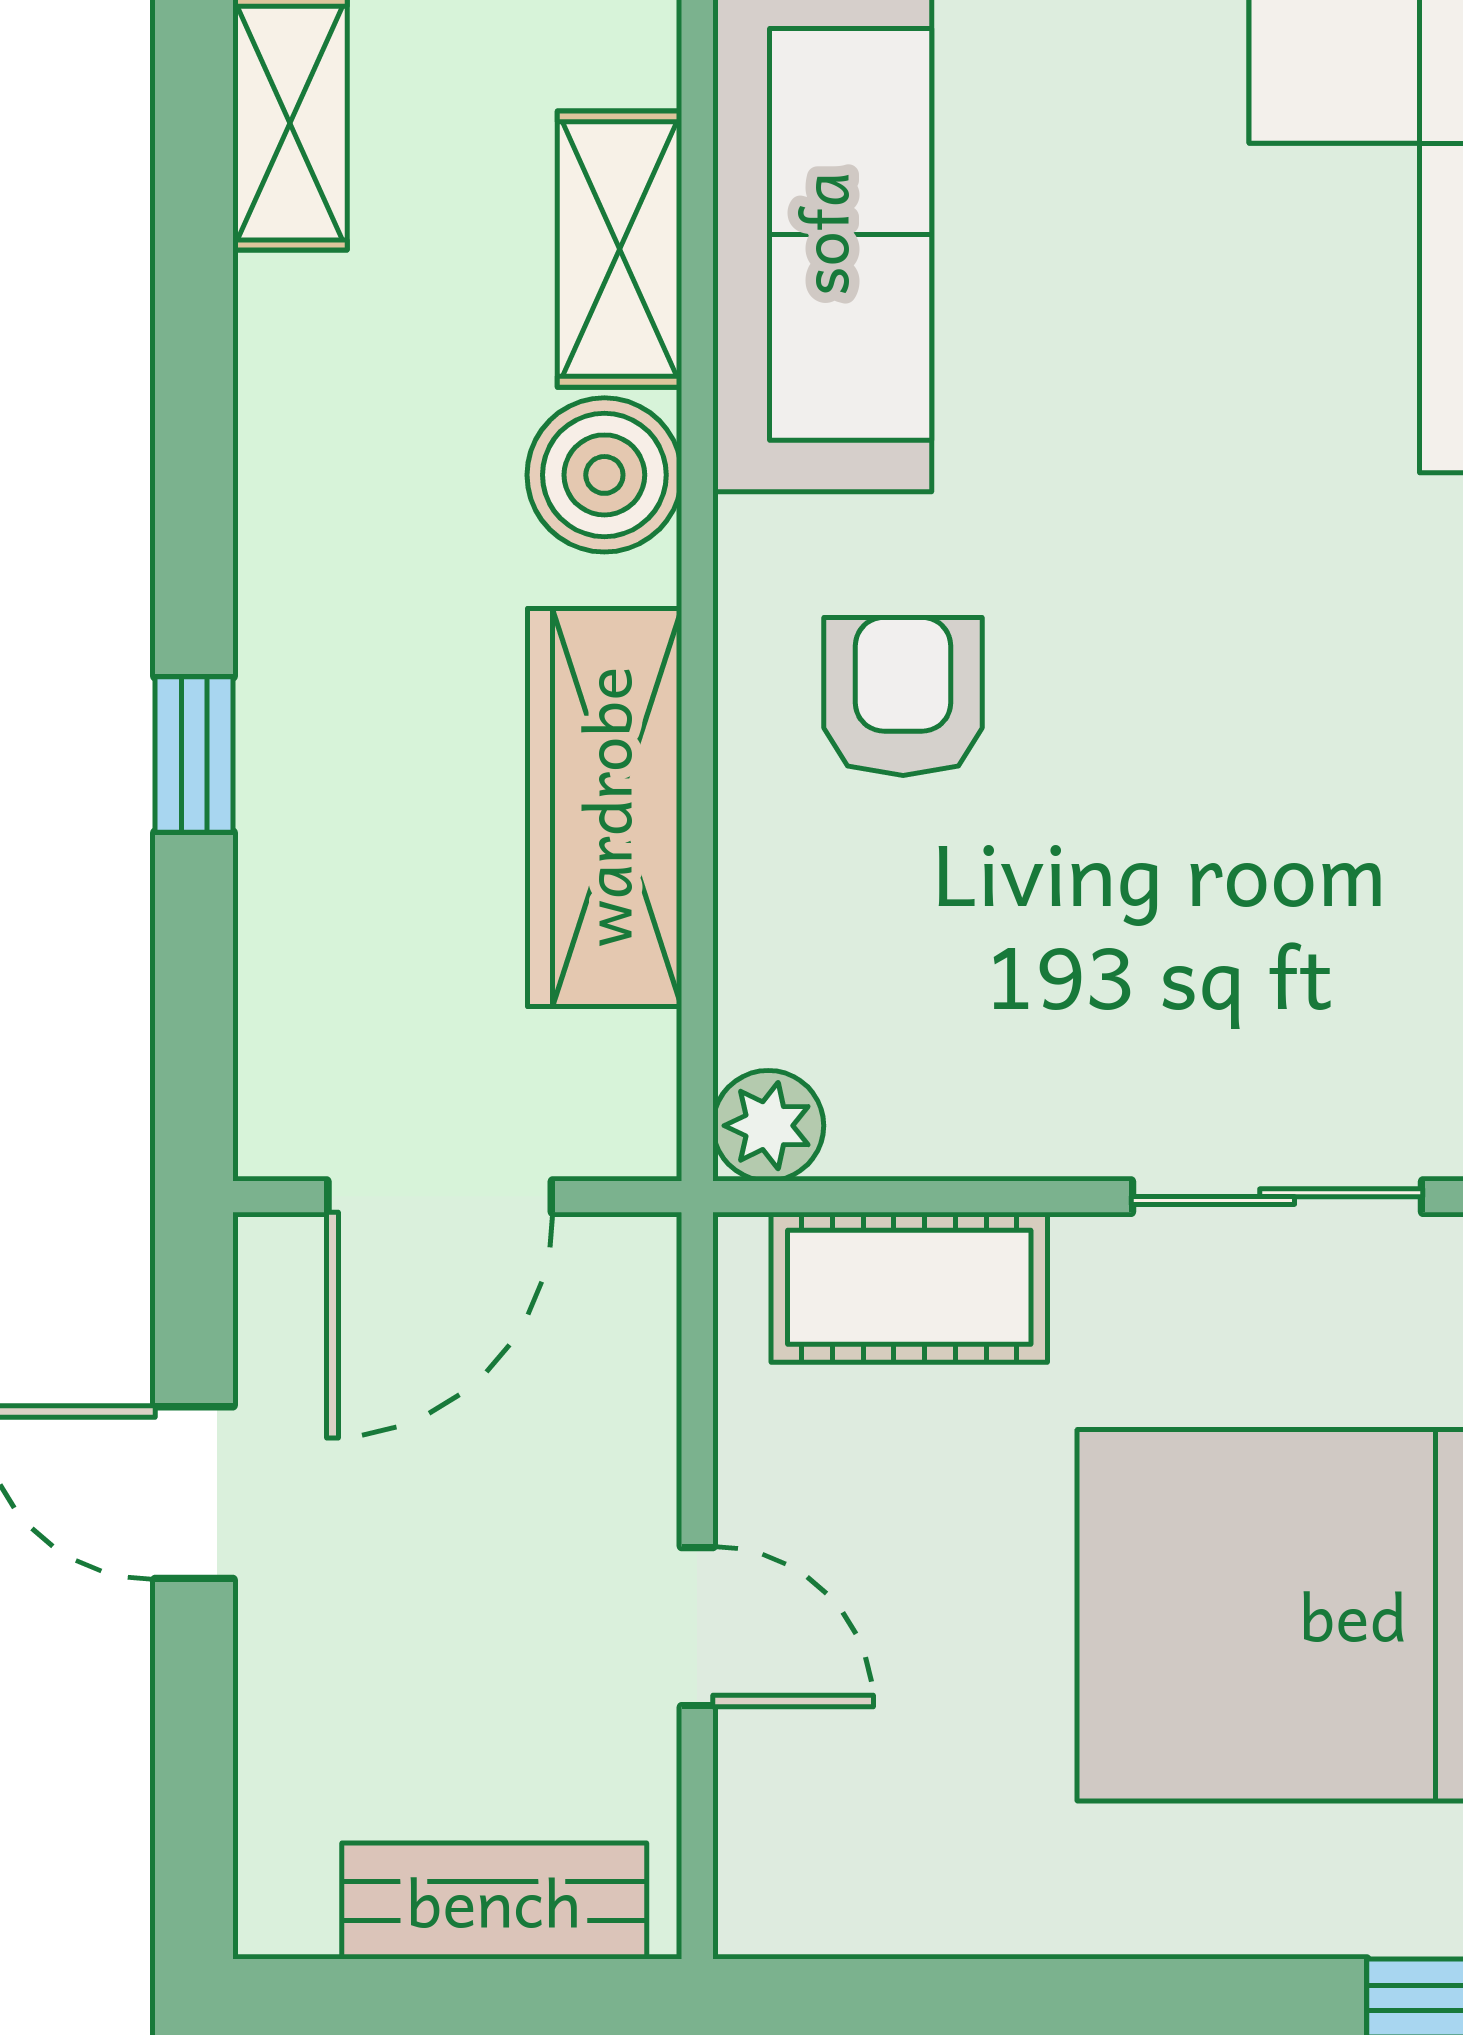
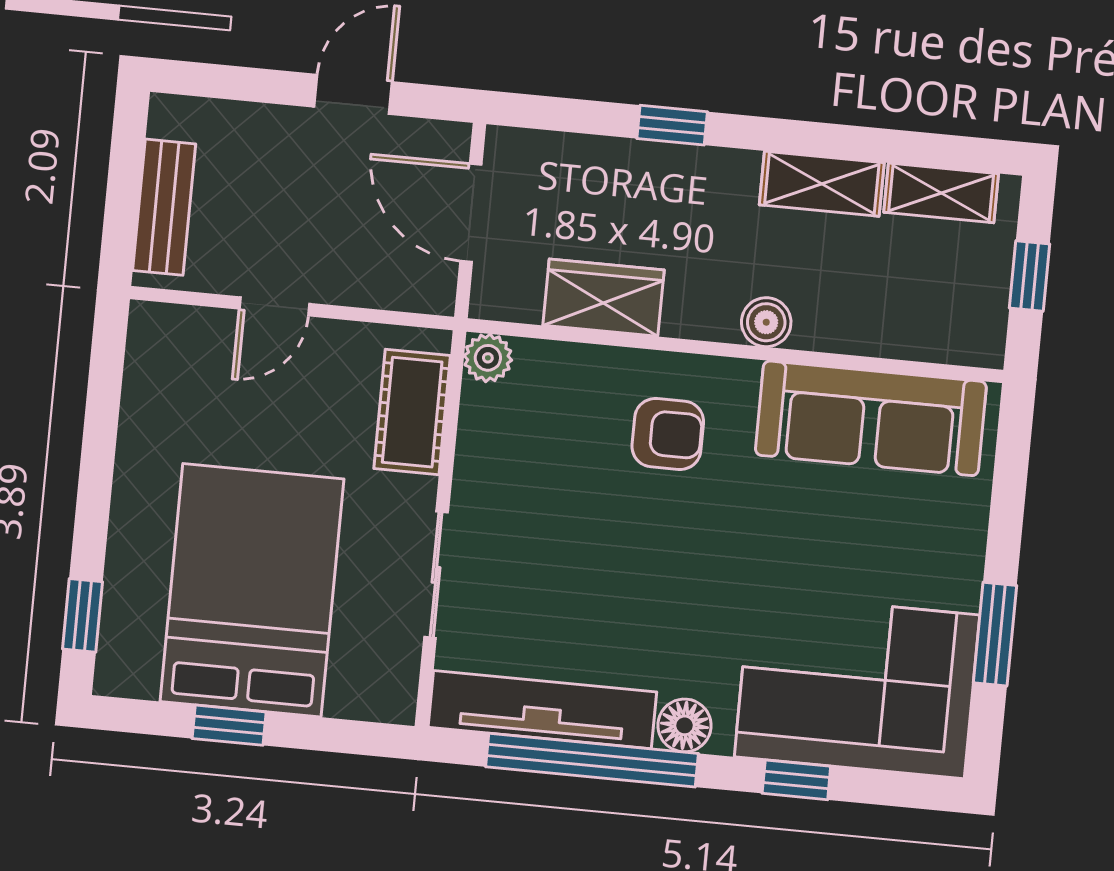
shelving: (619, 249) -> (822, 184), moved
boiler: (604, 475) -> (766, 322), width x0.73, depth x0.73
wardrobe: (605, 807) -> (604, 298), width x0.67

